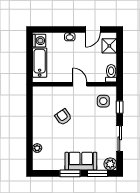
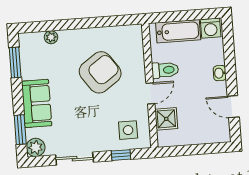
shower: (109, 46) -> (166, 119), moved
toilet: (111, 73) -> (165, 70), moved
armchair: (63, 117) -> (100, 72), width x1.88, depth x1.88
window: (70, 173) -> (15, 63), moved

